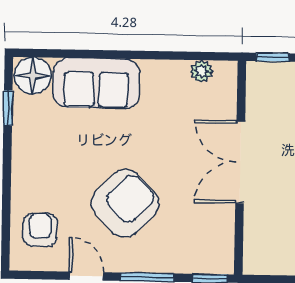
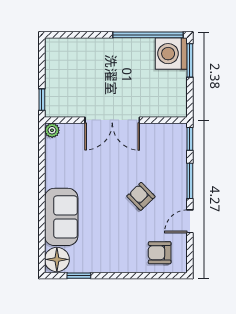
plant: (201, 71) -> (52, 130), moved
armchair: (125, 203) -> (141, 196), width x0.53, depth x0.53

